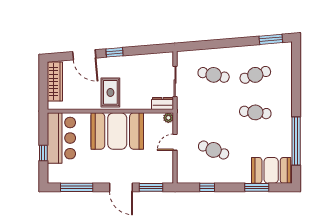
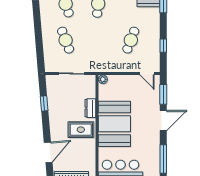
window: (114, 52) -> (44, 103), moved
cafe table: (214, 75) -> (66, 40), turned -33
dresser: (163, 103) -> (90, 108), moved
door: (175, 142) -> (147, 74), moved

